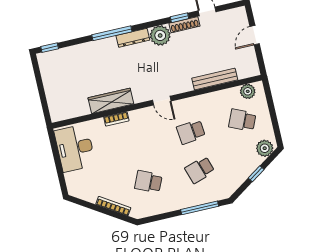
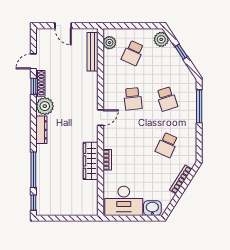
window: (112, 33) -> (33, 170), moved
bench: (215, 79) -> (93, 52), moved
washbasin: (74, 182) -> (152, 208), added

